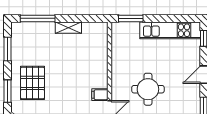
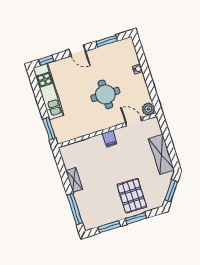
pallet: (32, 83) -> (132, 196), turned 90
window: (7, 91) -> (136, 218), moved
filing cabinet: (100, 95) -> (110, 139), moved

